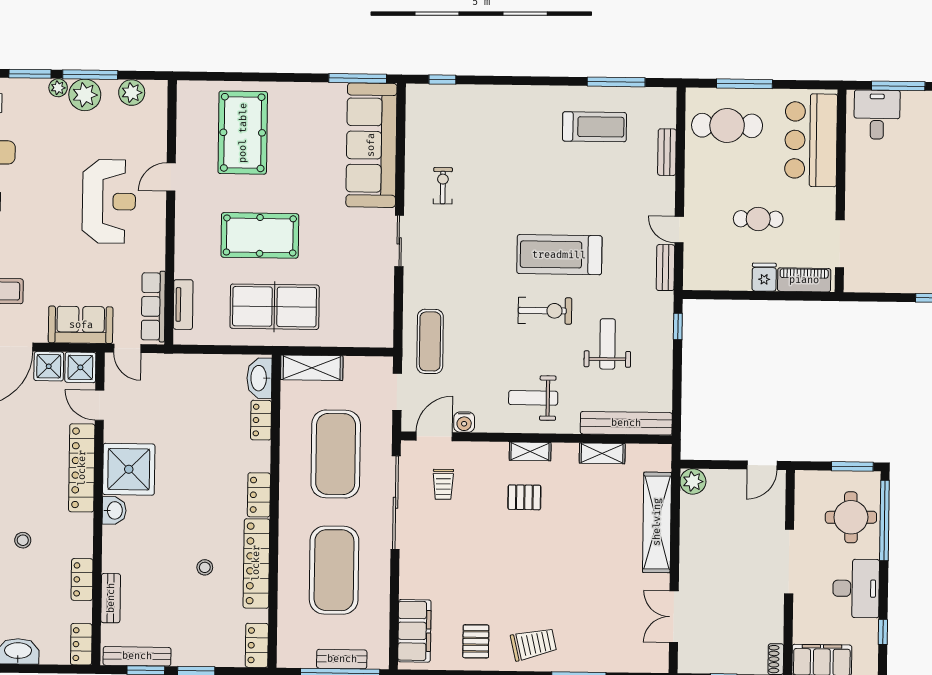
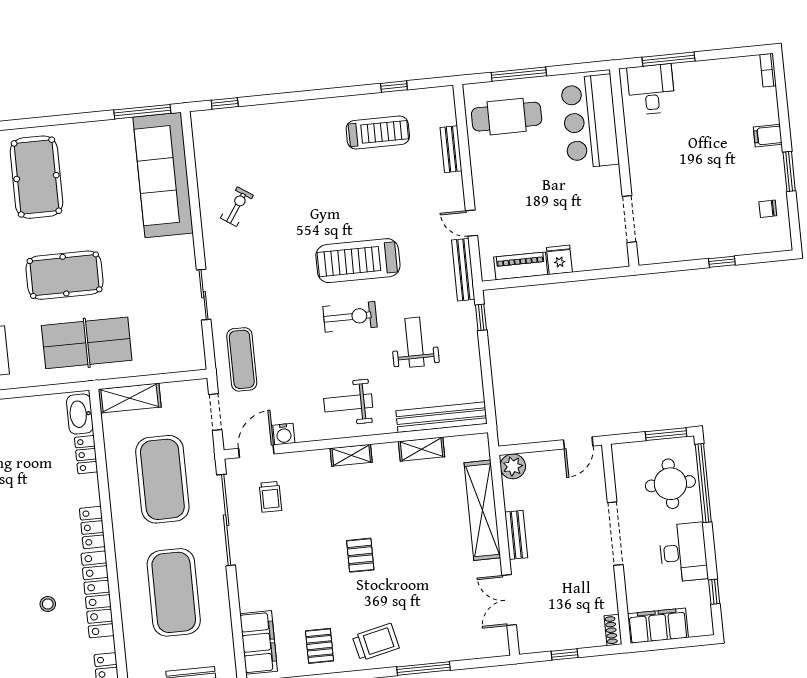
window: (616, 82) -> (394, 87), width x0.46
exercise bike: (443, 186) -> (237, 207), turned 34
cafe table: (758, 219) -> (547, 204), removed
sliding door: (399, 241) -> (204, 295), moved
bench: (665, 268) -> (463, 270), width x1.36
piano: (804, 280) -> (521, 266), moved
pallet: (524, 497) -> (360, 555), moved, turned 90
bench: (688, 551) -> (516, 535), added

